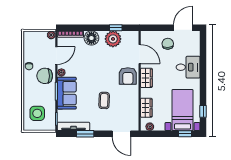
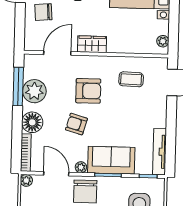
window: (116, 28) -> (18, 87), width x2.17
armchair: (91, 69) -> (76, 124), added
armchair: (128, 76) -> (88, 91), moved
coffee table: (104, 100) -> (131, 79), moved
wardrobe: (146, 108) -> (135, 46), removed
window: (85, 134) -> (171, 135), removed

